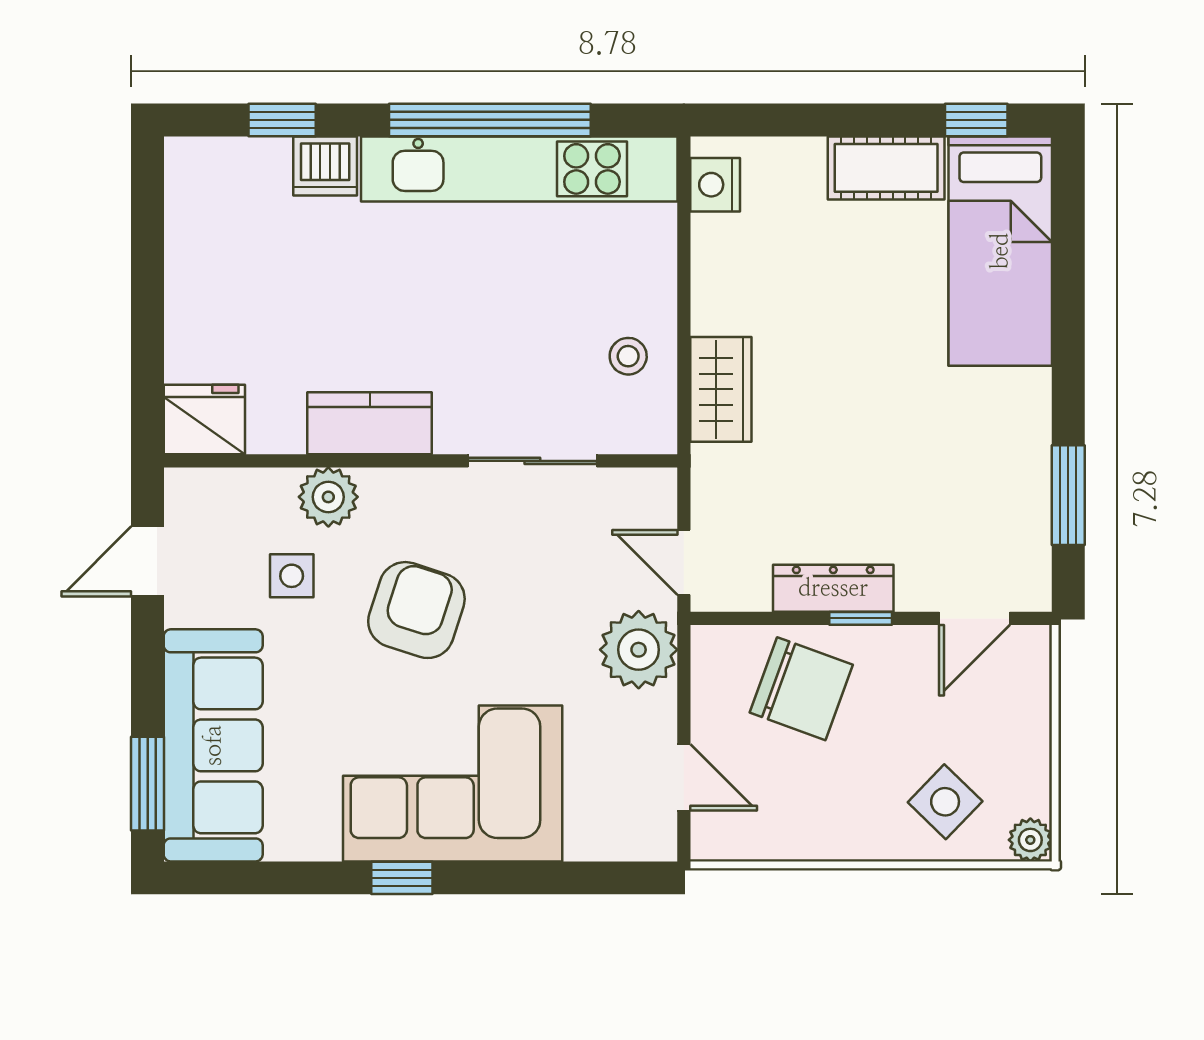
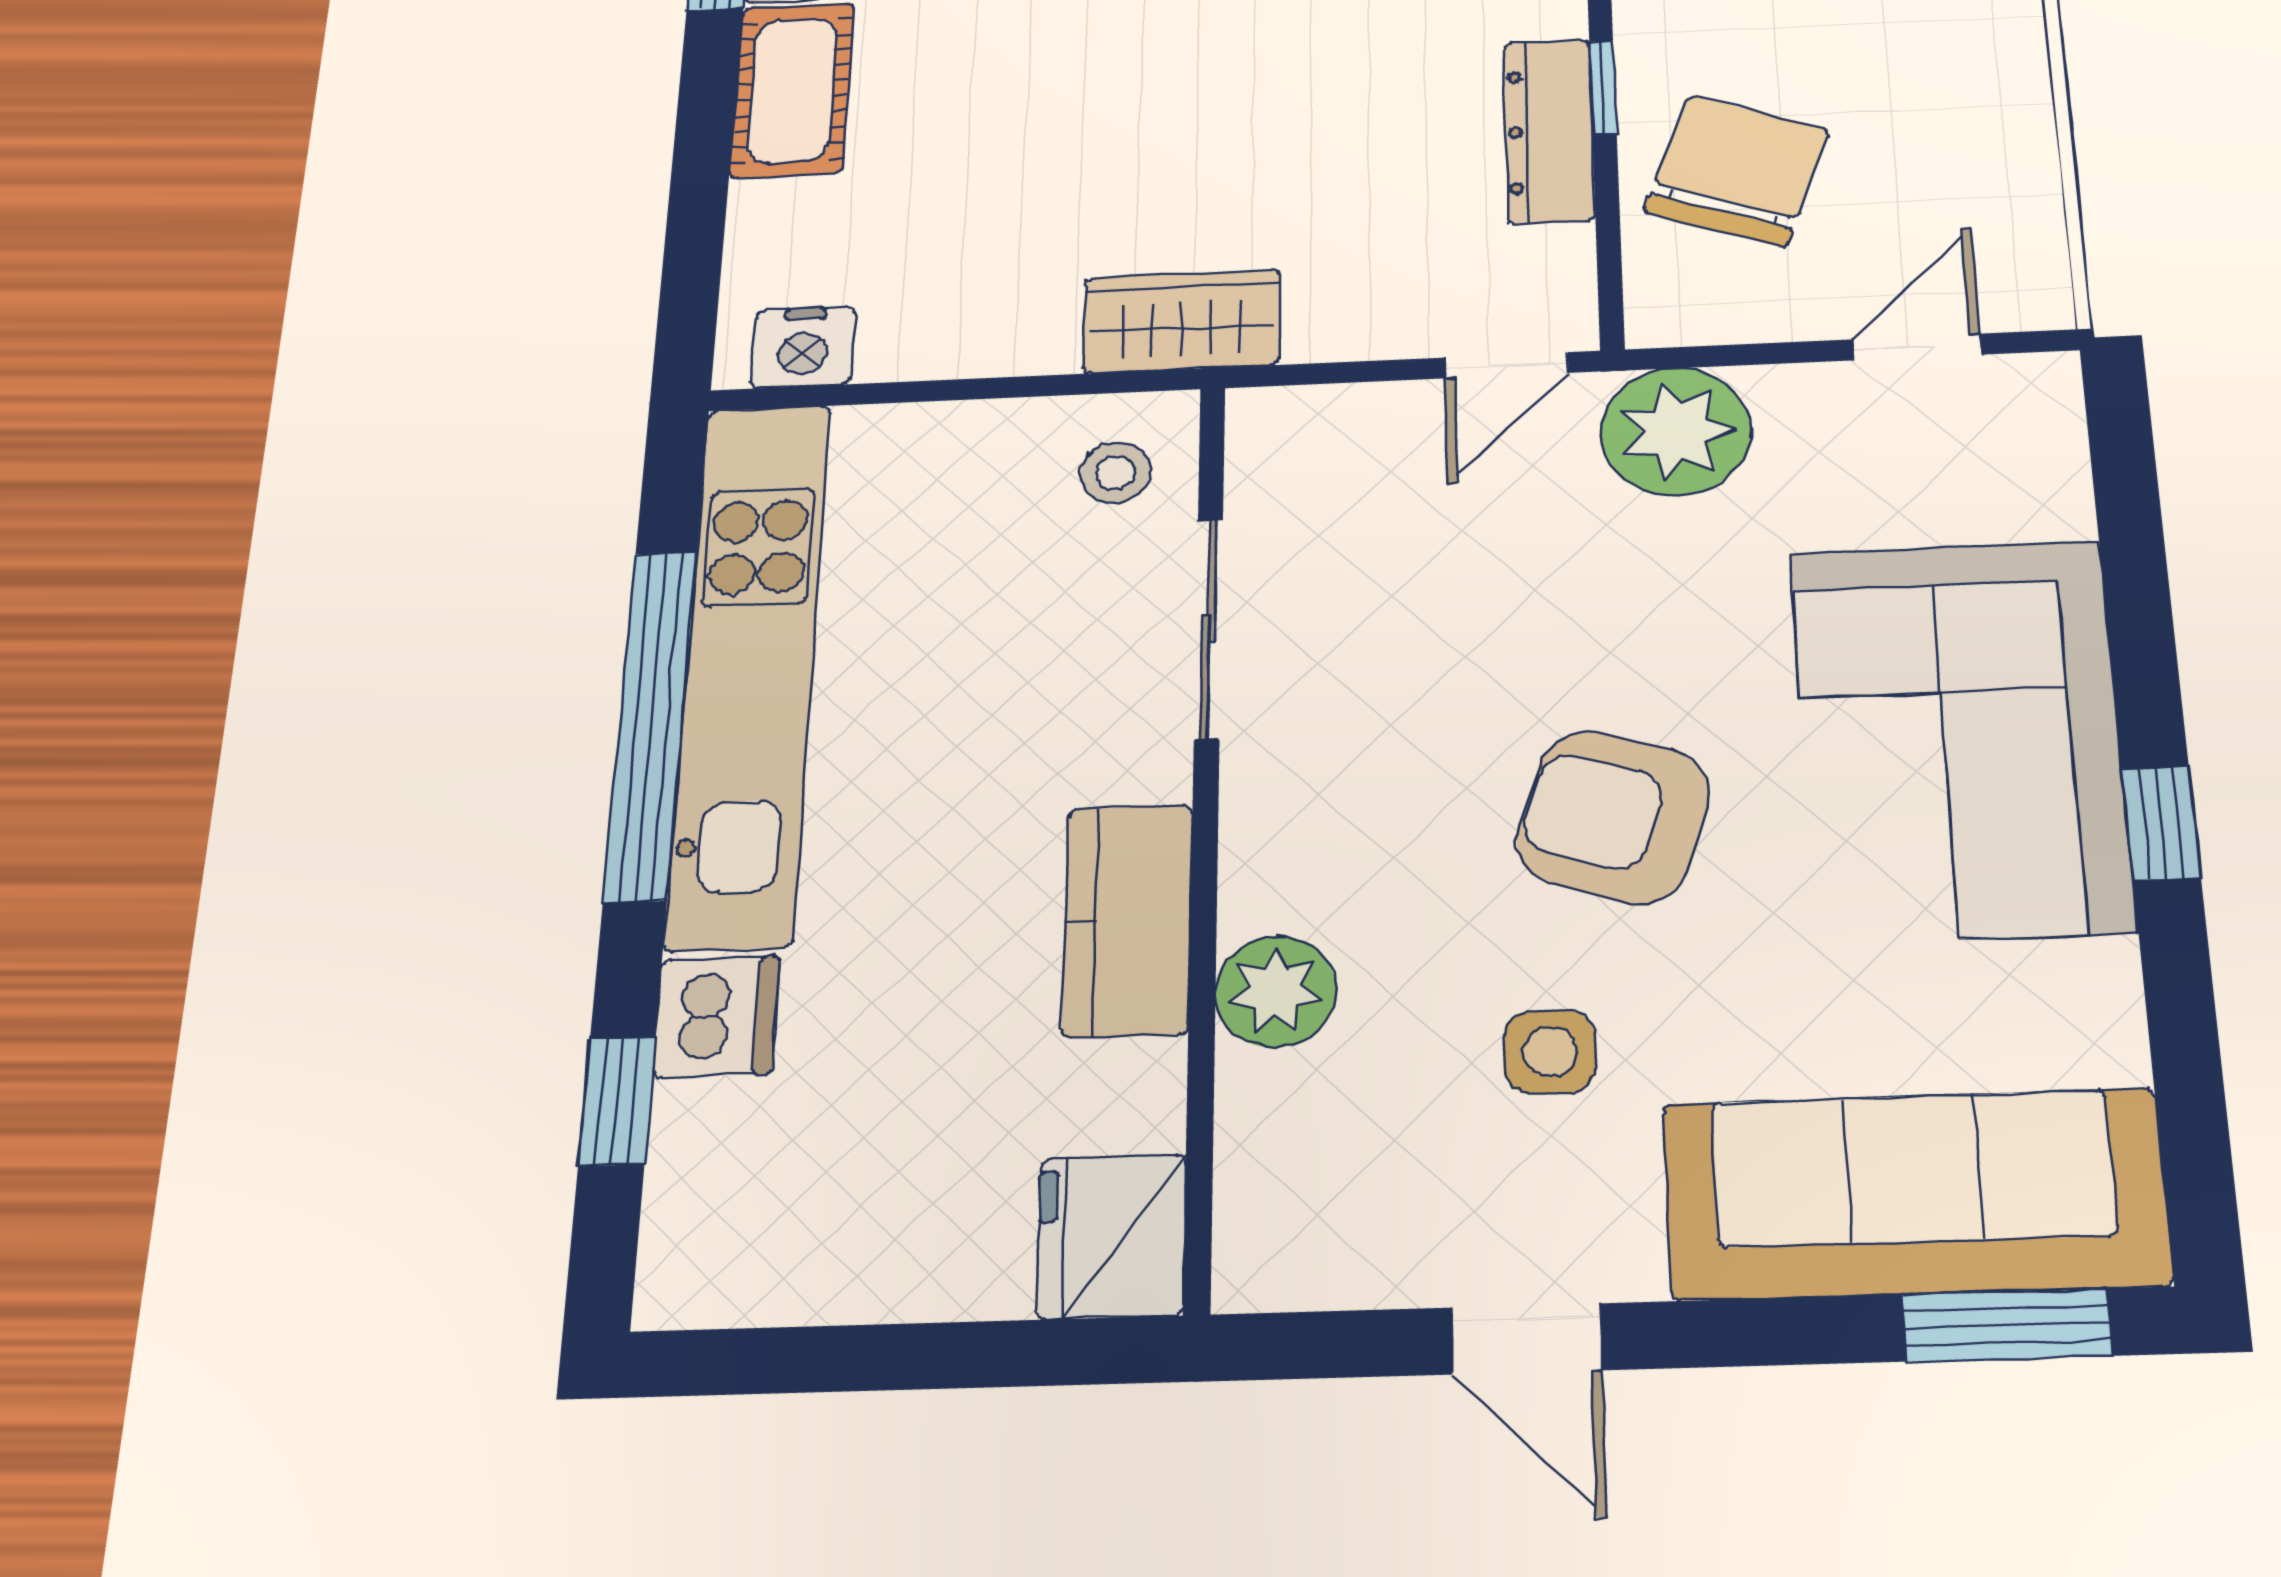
fridge: (204, 420) -> (1111, 1236), moved
kitchen counter: (370, 423) -> (1128, 920), moved
wall: (421, 461) -> (1205, 825), moved
sliding door: (532, 461) -> (1209, 628), moved
plant: (328, 497) -> (1276, 991), moved

